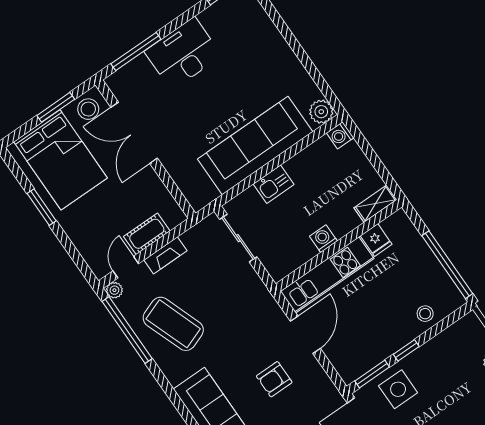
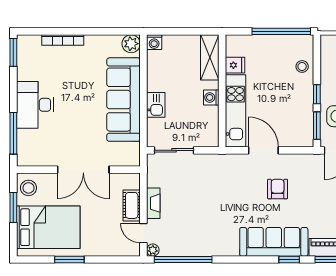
bookcase: (274, 35) -> (63, 40), added
double door: (134, 133) -> (83, 170), moved
shelving: (375, 204) -> (210, 57), width x1.50, depth x1.33
coffee table: (173, 324) -> (199, 228), removed
armchair: (274, 379) -> (278, 189), turned 180

